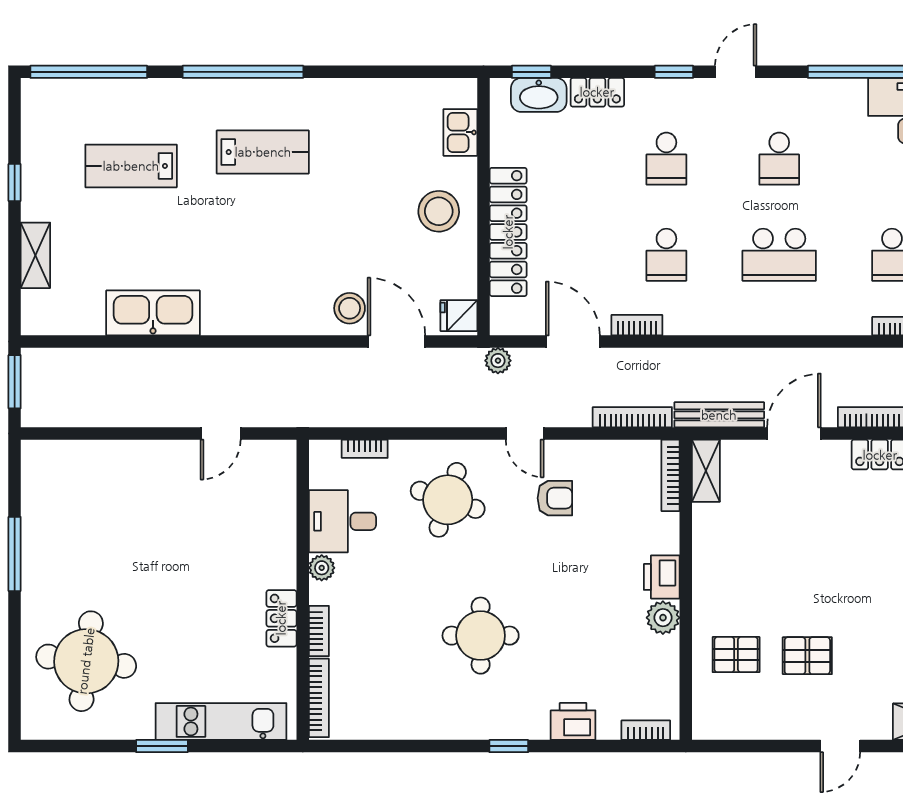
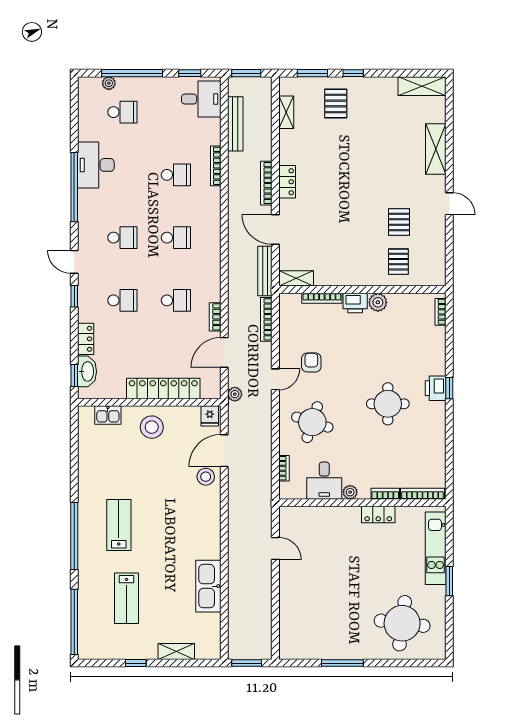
school desk: (779, 255) -> (176, 238), width x0.54
bookcase: (670, 475) -> (322, 298), moved
printer: (573, 721) -> (436, 388), moved

